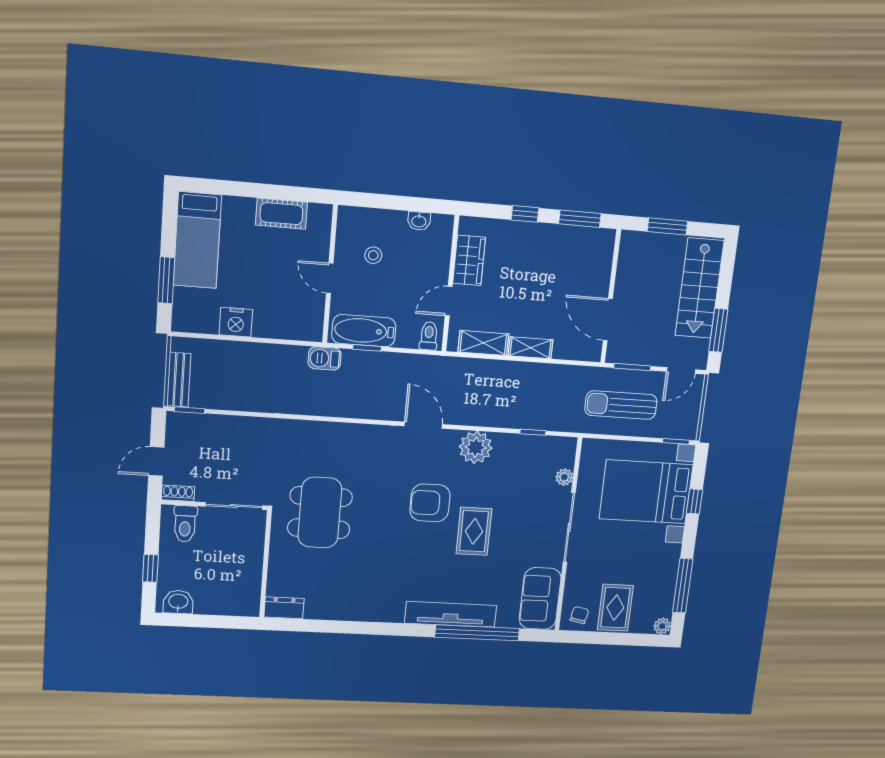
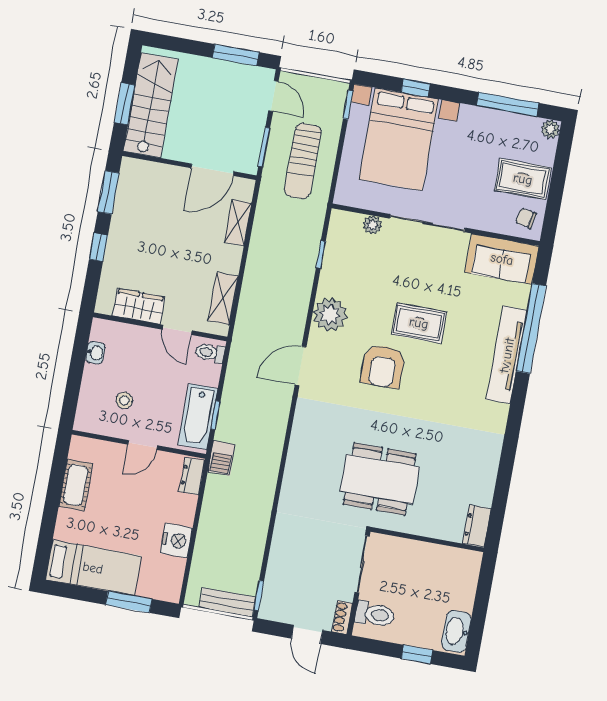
stairs: (700, 288) -> (151, 105), moved, turned -90
dresser: (303, 331) -> (192, 476), added
shelving: (531, 348) -> (238, 223), moved
washbasin: (178, 602) -> (456, 631), width x1.38

